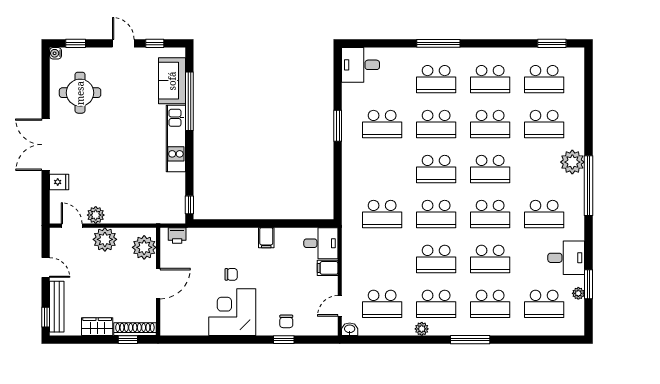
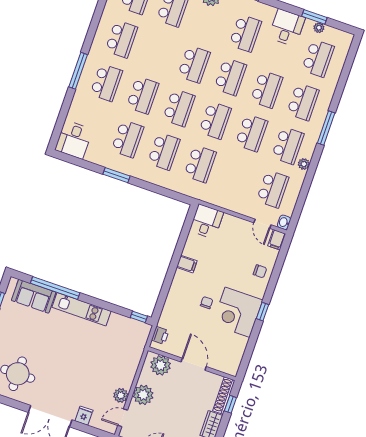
school desk: (490, 124) -> (164, 151), moved
filing cabinet: (328, 268) -> (277, 240), moved
window: (284, 340) -> (262, 312), moved

